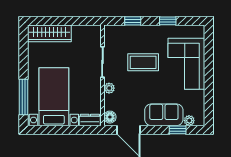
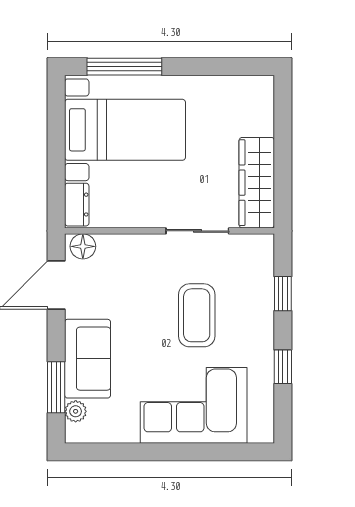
wardrobe: (49, 33) -> (257, 183), moved
plant: (109, 88) -> (143, 245), removed
window: (178, 130) -> (56, 387), width x1.50

